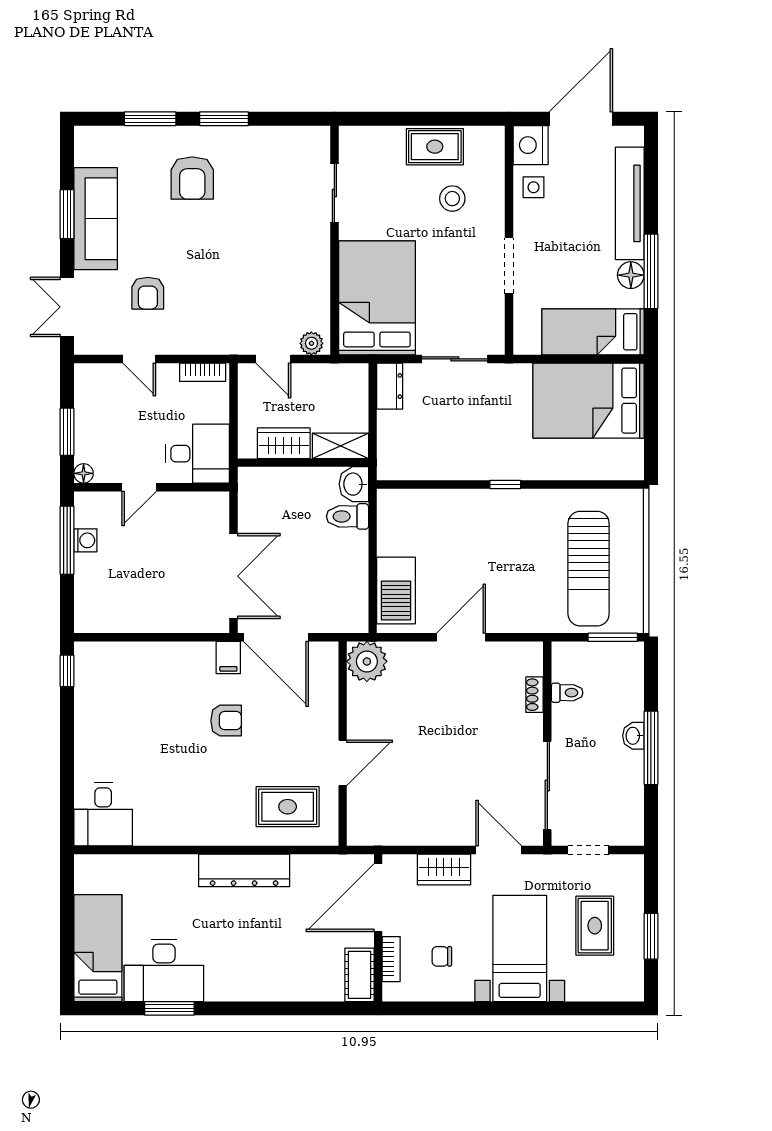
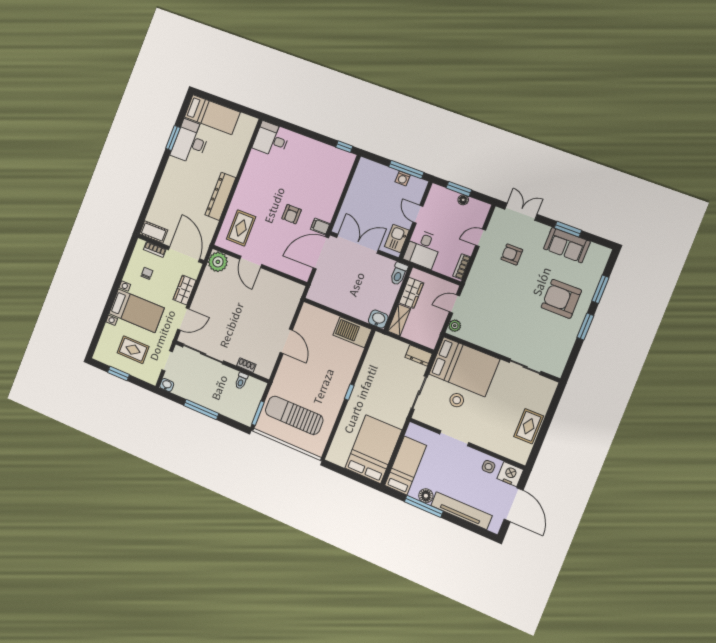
armchair: (192, 178) -> (561, 299), width x1.36, depth x1.36
stool: (452, 199) -> (457, 400), moved
sofa: (96, 219) -> (567, 245), width x0.73
floor lamp: (84, 473) -> (463, 200), moved
kitchen sink: (197, 508) -> (397, 238), added
toilet: (348, 516) -> (399, 274), moved, turned 180
double door: (233, 576) -> (357, 244), swing flipped
barbecue: (396, 590) -> (352, 332), moved
plant: (367, 661) -> (218, 262), moved
washbasin: (633, 736) -> (167, 385), moved

